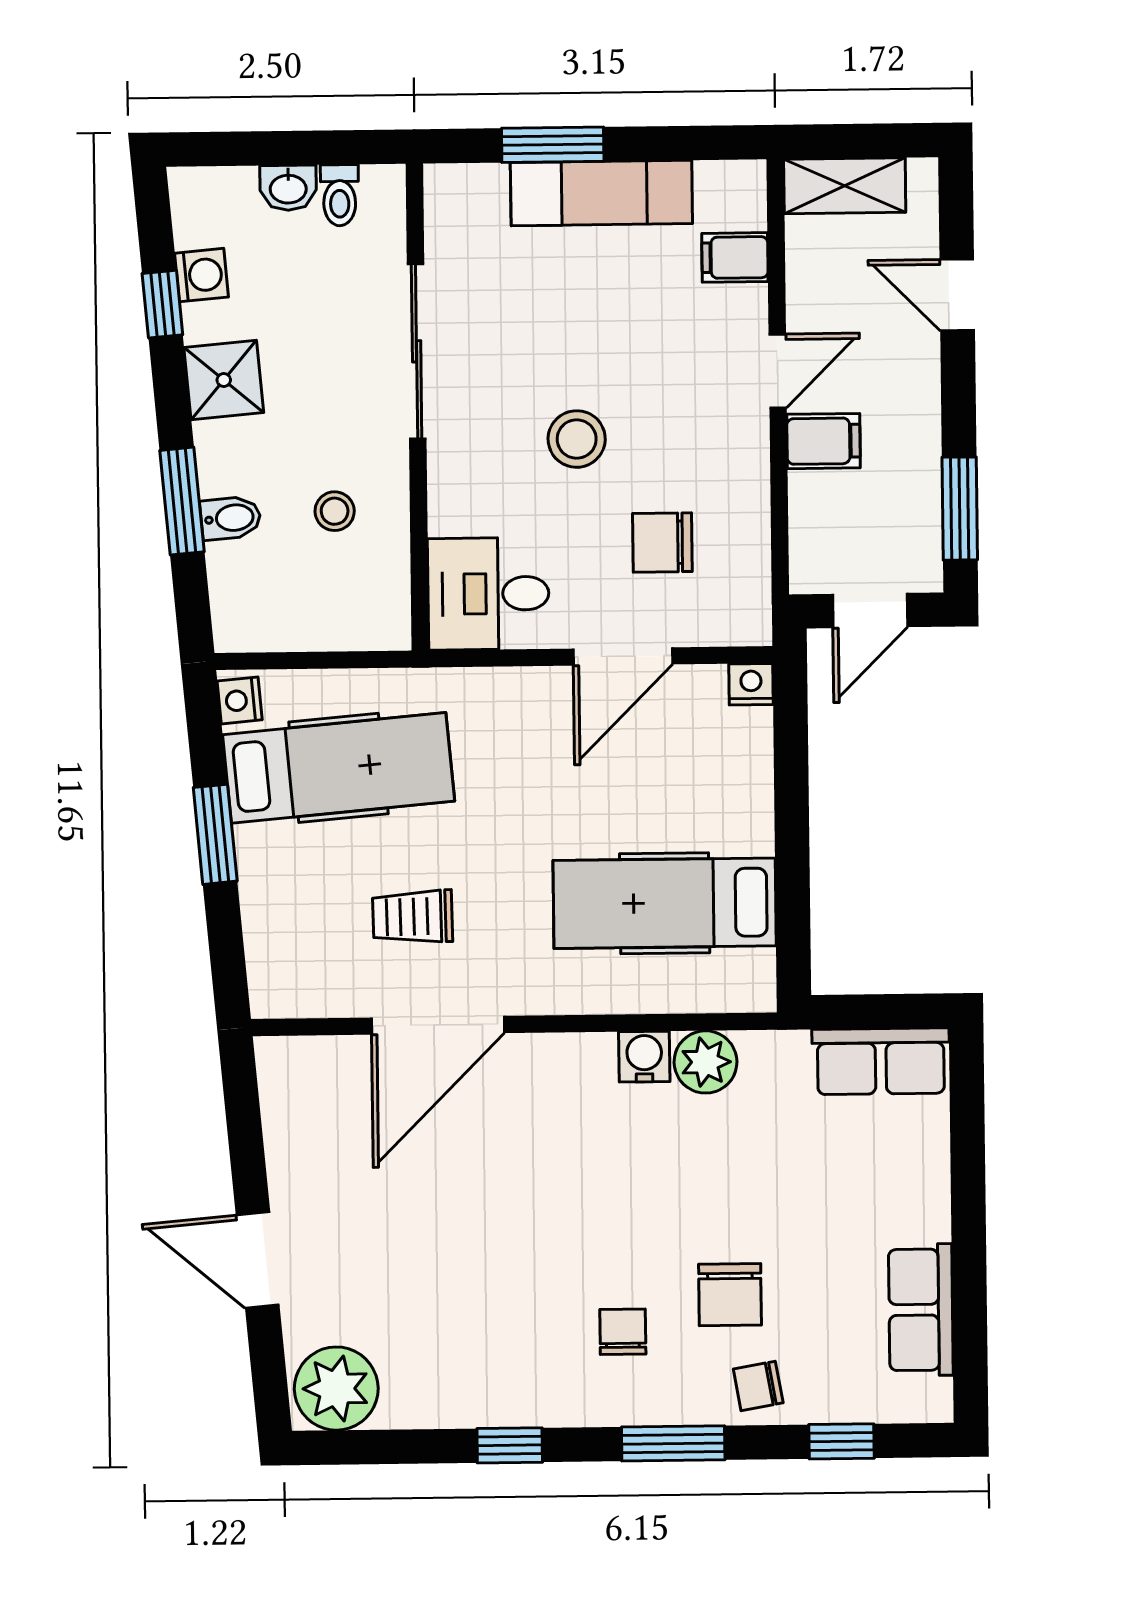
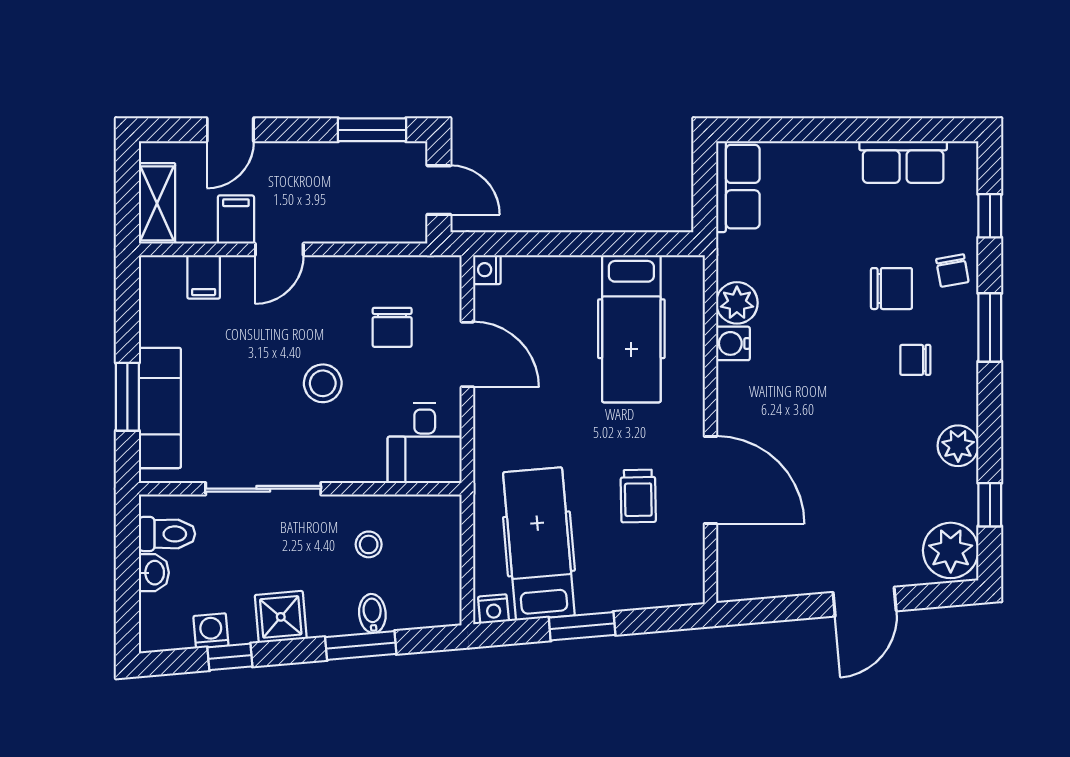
exam couch: (601, 193) -> (160, 408), moved
toilet: (340, 195) -> (167, 534), width x1.37, depth x1.39
door: (778, 371) -> (279, 249), swing flipped
filing cabinet: (823, 441) -> (236, 220), moved
plant: (494, 1398) -> (958, 446), added
window: (510, 1445) -> (990, 505), moved

